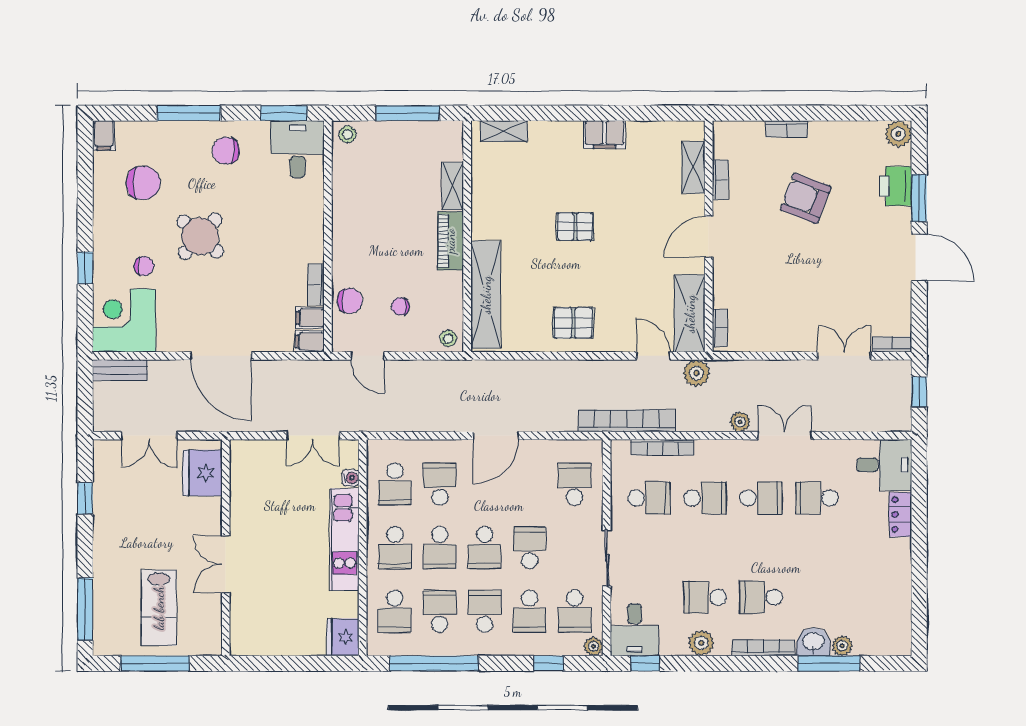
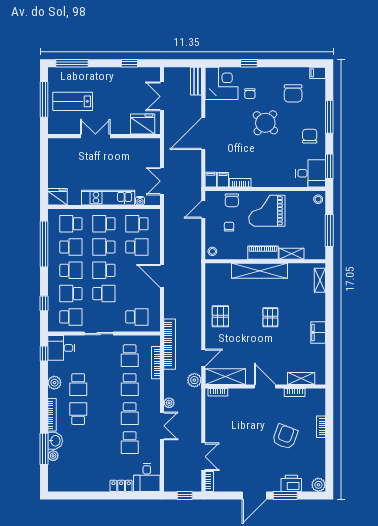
grand piano: (370, 233) -> (267, 211), added
shelving: (486, 295) -> (260, 271), moved
school desk: (817, 498) -> (130, 443), turned 180
school desk: (705, 597) -> (78, 385), turned 180
school desk: (575, 611) -> (71, 317), turned 180
plant: (593, 646) -> (53, 327), removed

